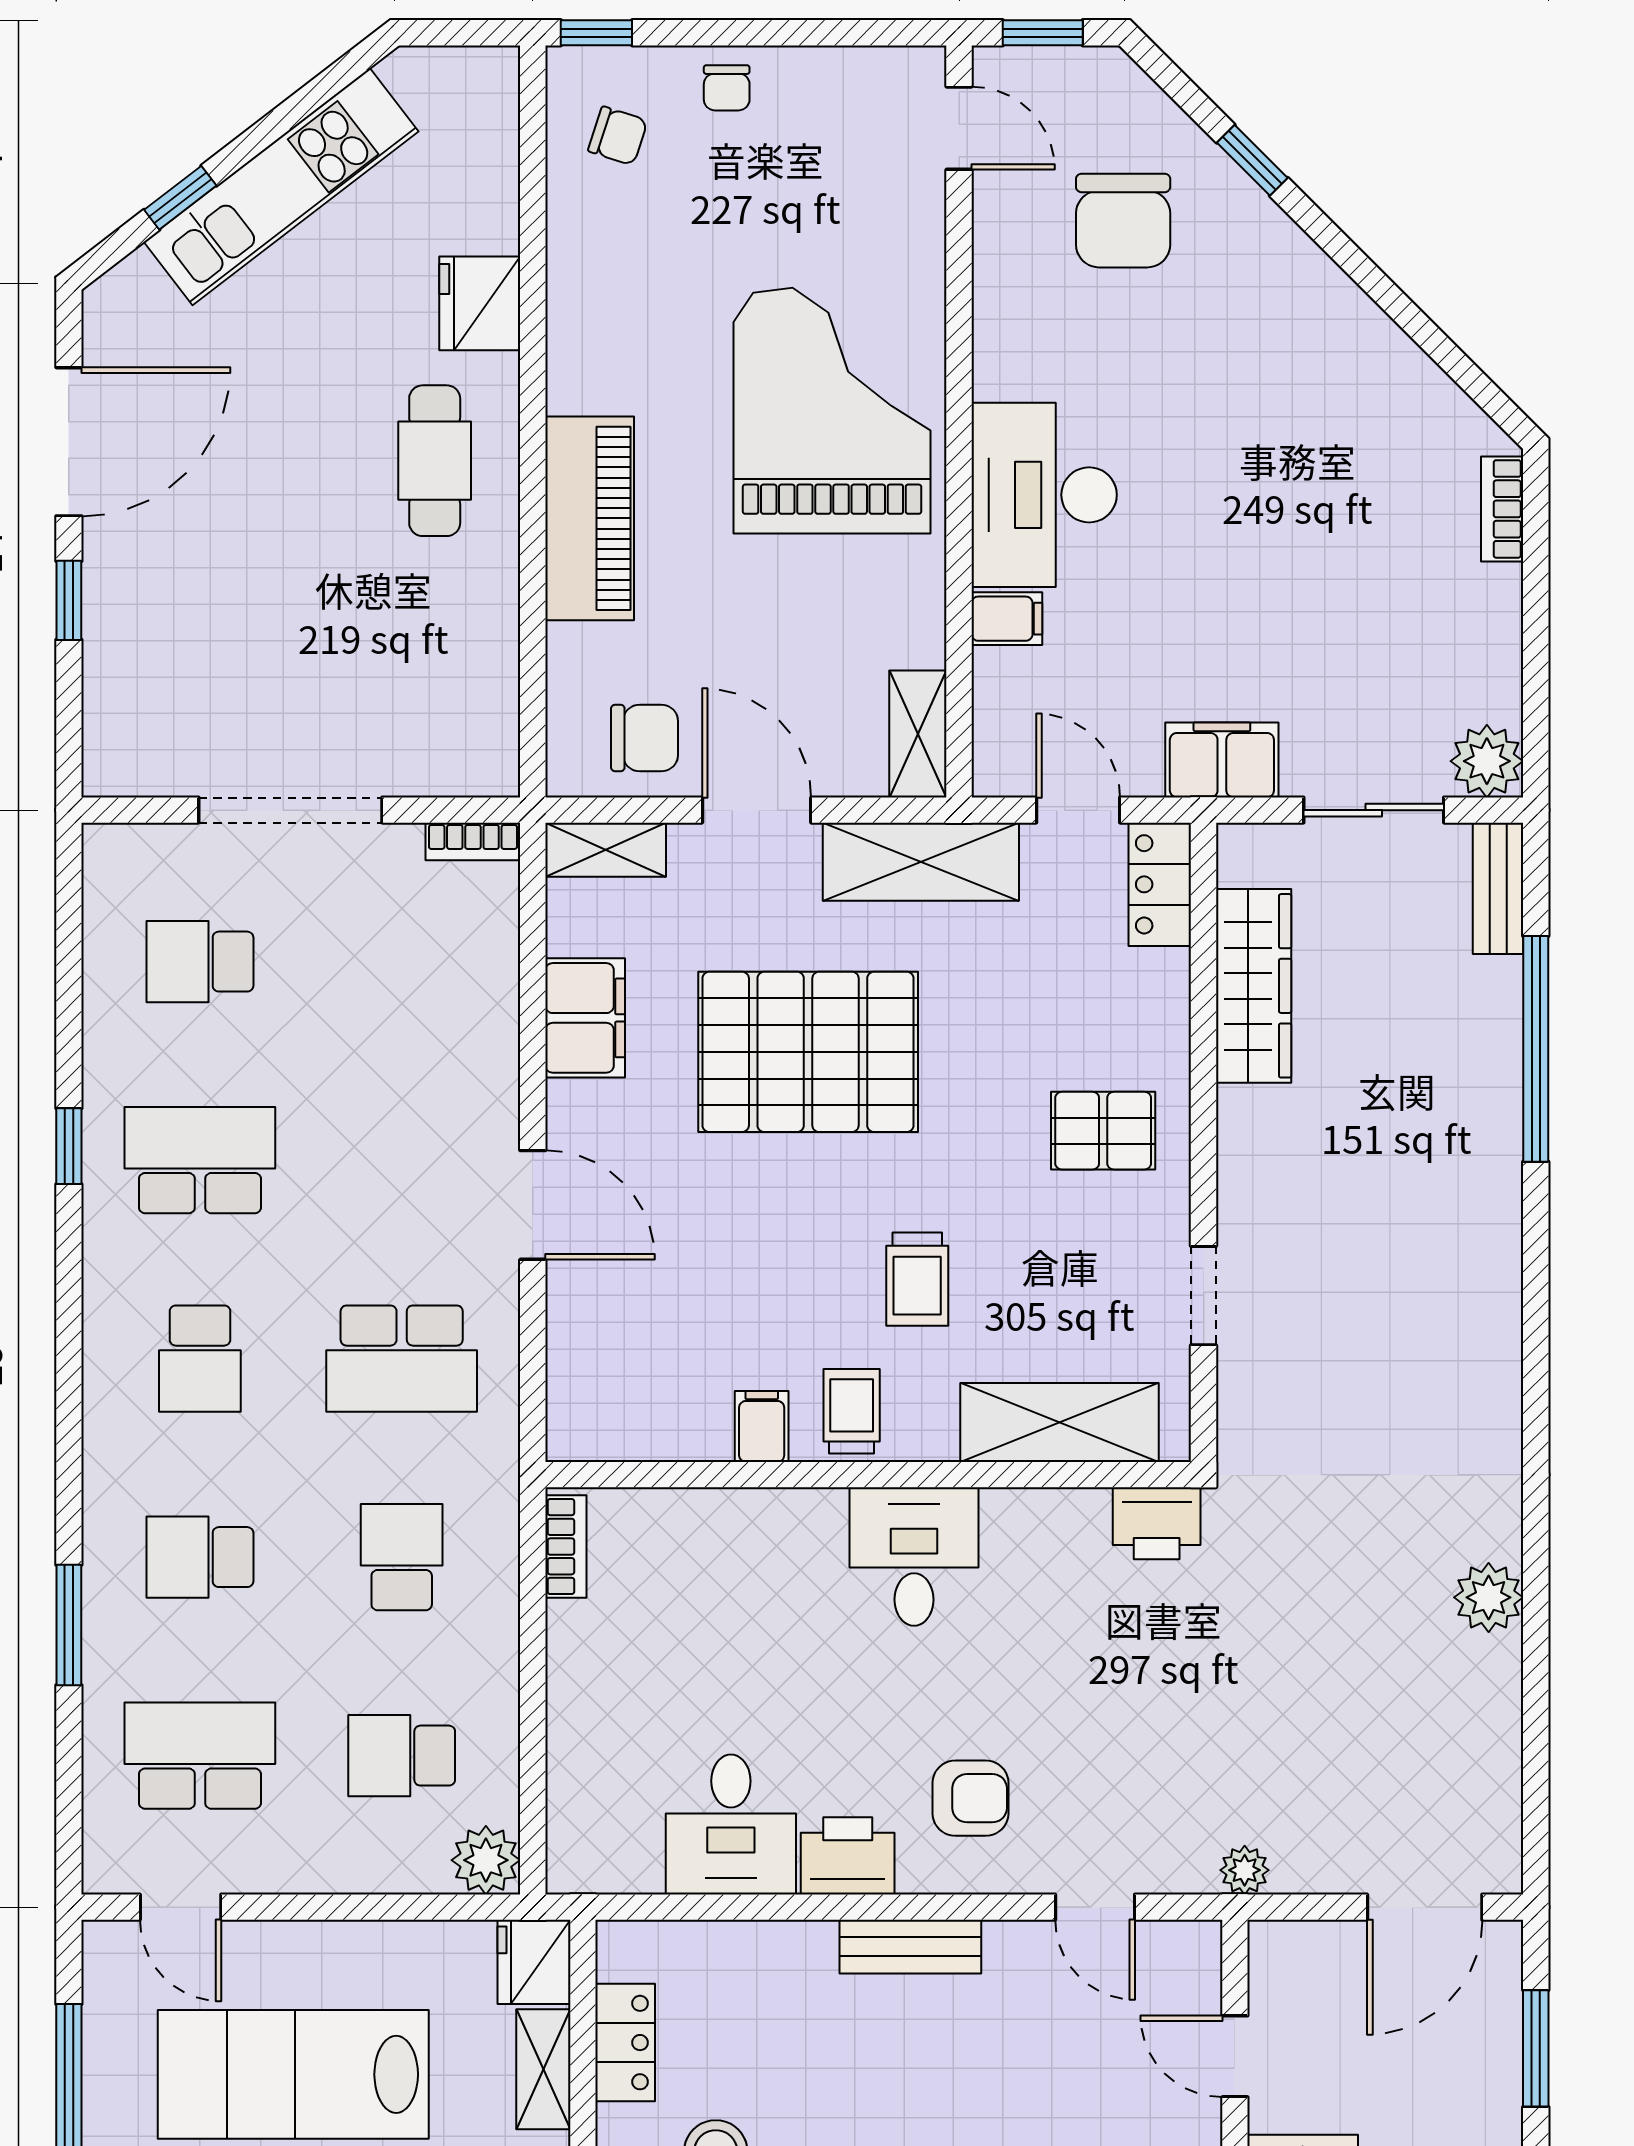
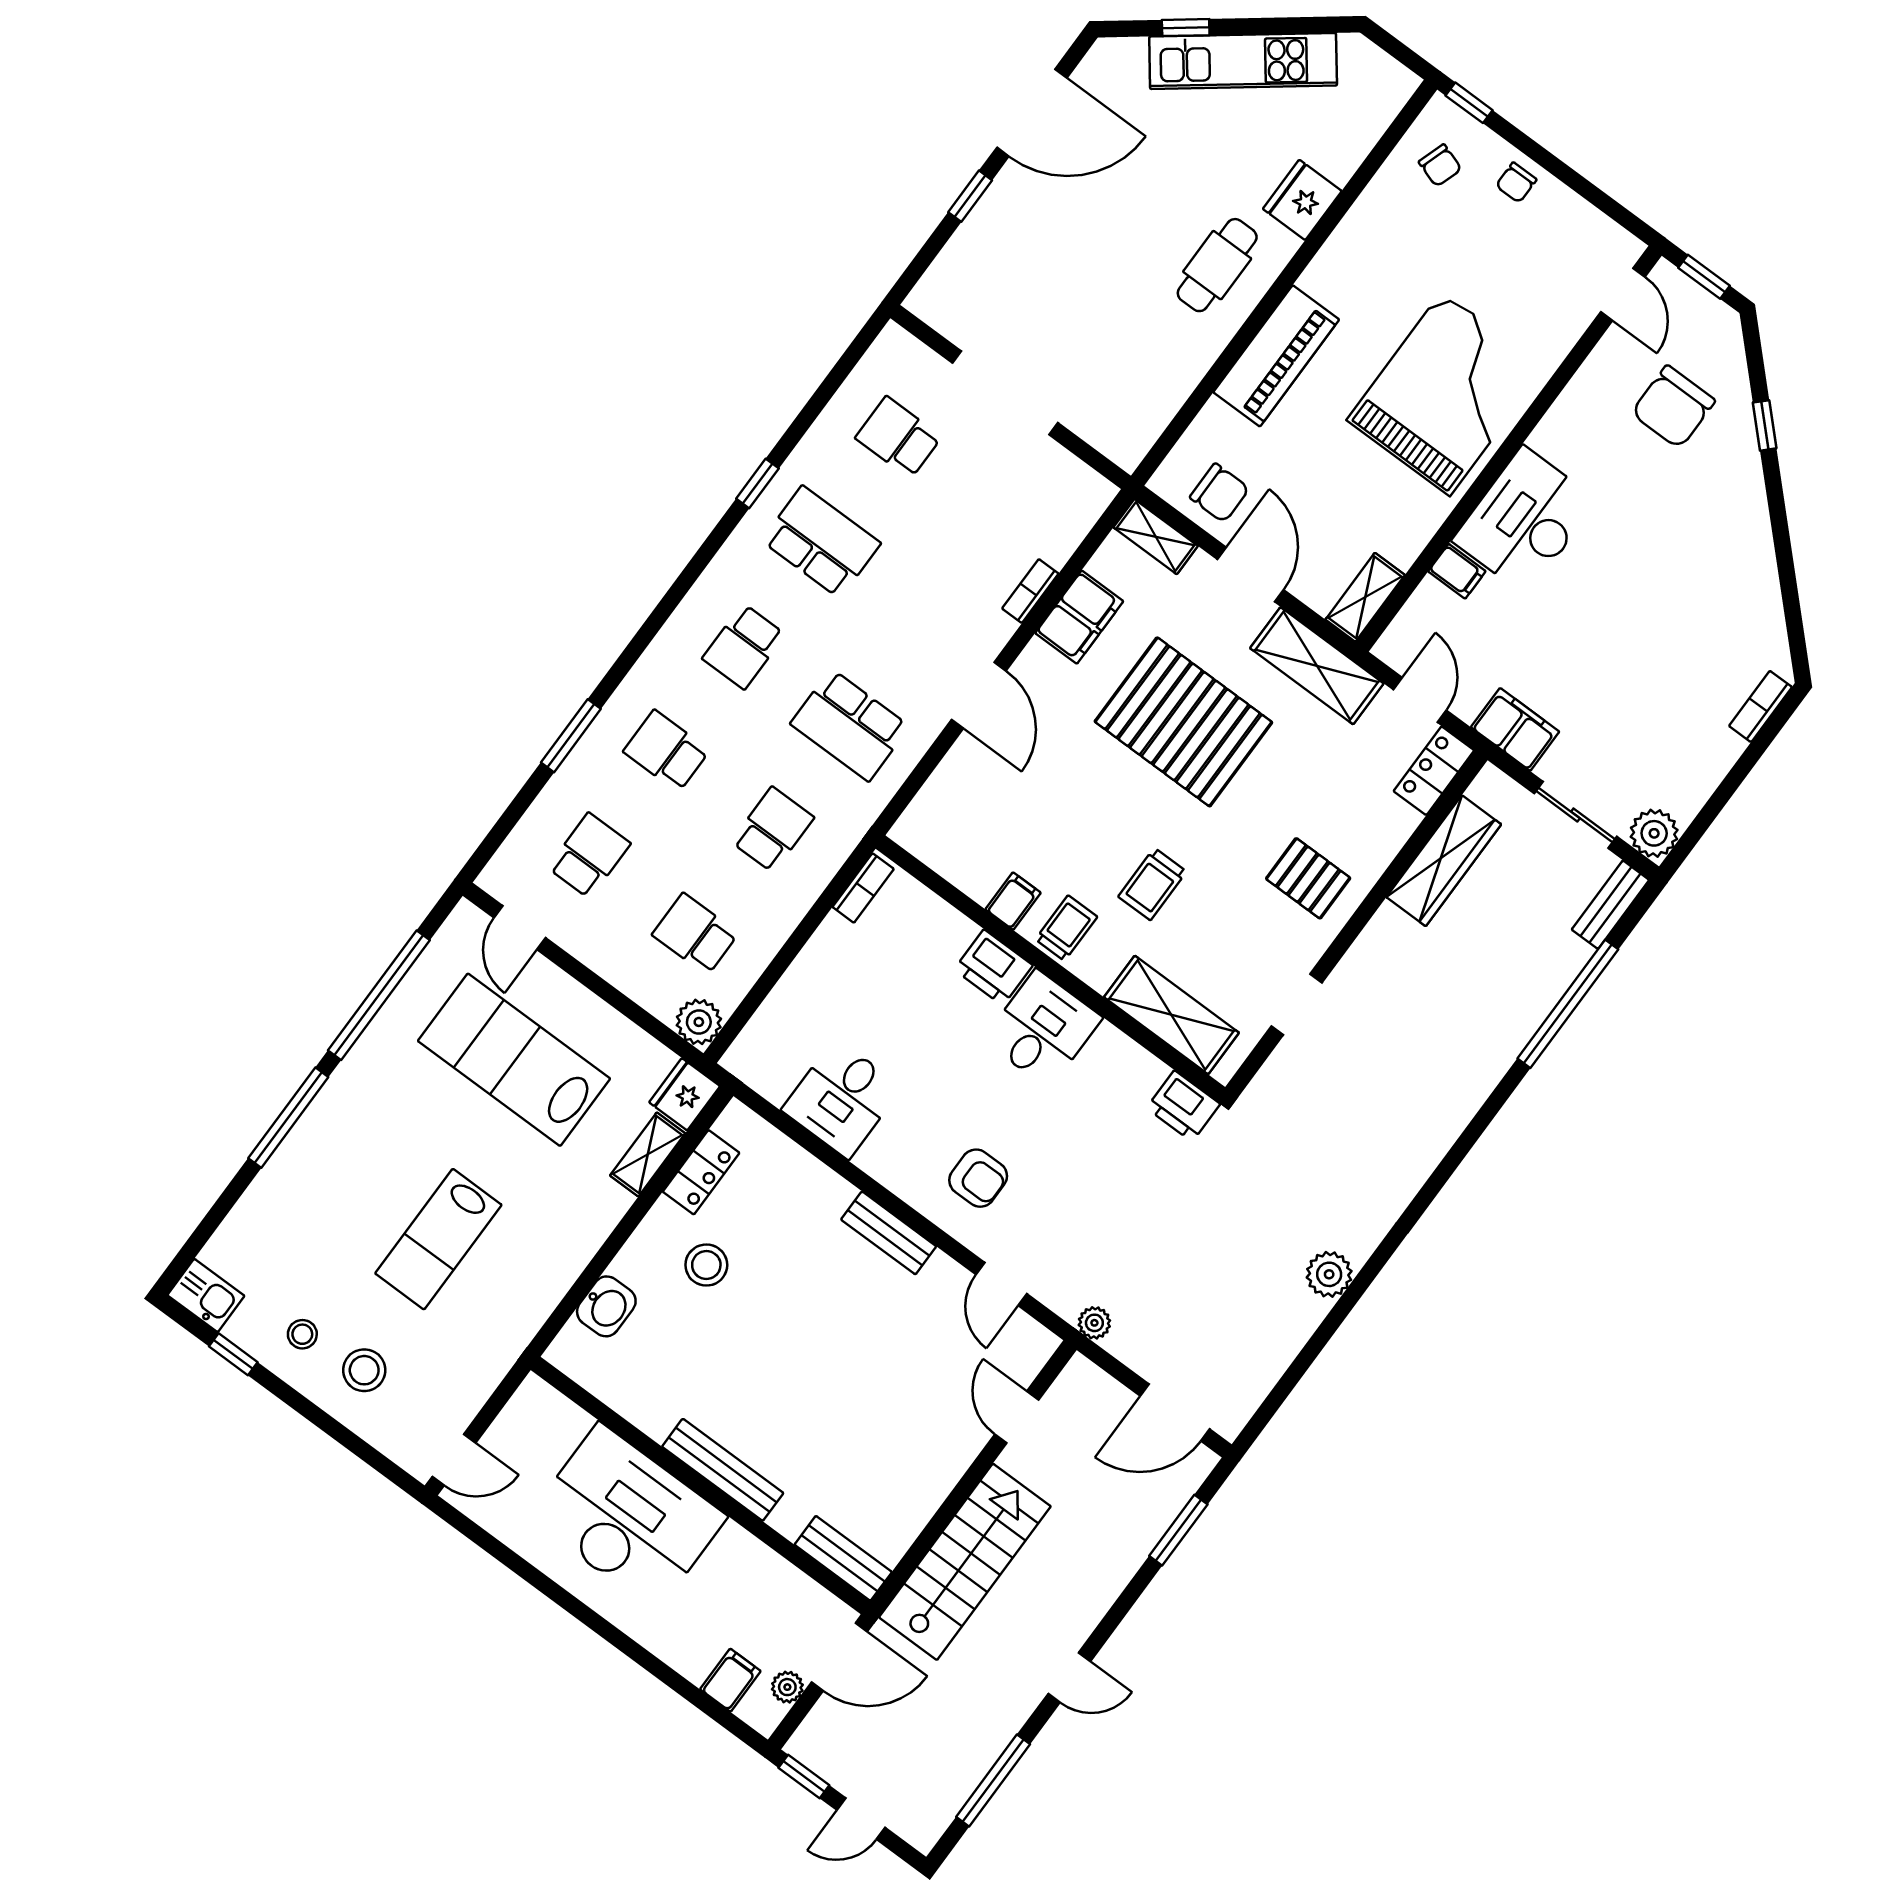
bookcase: (473, 841) -> (1030, 591), moved, turned 90
school desk: (200, 1756) -> (589, 856), width x0.54
printer: (848, 1856) -> (993, 967), moved, turned 180

